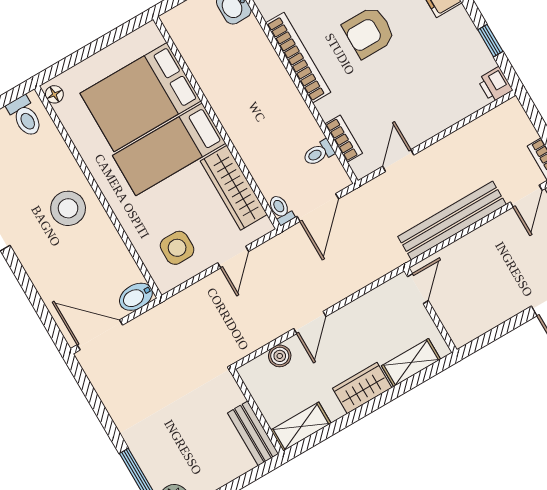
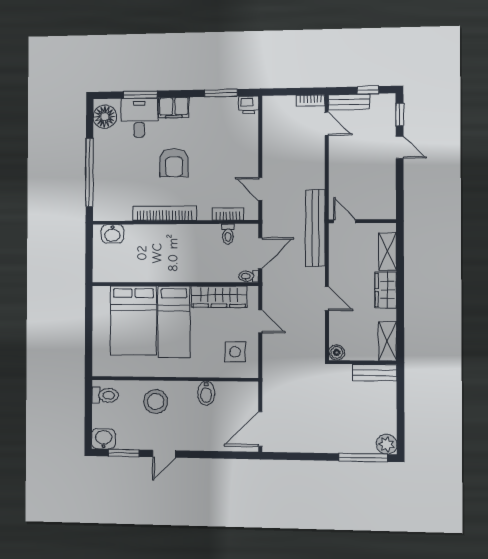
window: (490, 41) -> (221, 93), width x1.50
floor lamp: (54, 94) -> (102, 370), removed
stool: (68, 208) -> (156, 401), moved
door: (318, 208) -> (260, 253), hinge flipped
bench: (452, 221) -> (315, 228), moved
bidet: (136, 297) -> (206, 393), moved
boiler: (280, 356) -> (337, 352), moved

